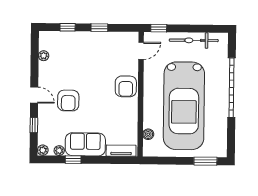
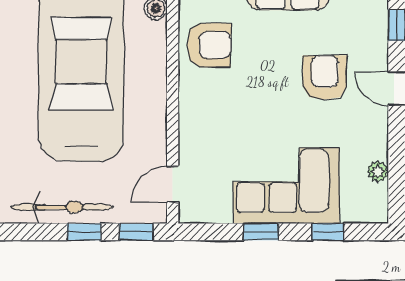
window: (183, 28) -> (84, 232), added
corner sofa: (87, 49) -> (286, 186), added
armchair: (126, 86) -> (209, 45), moved, turned 90

